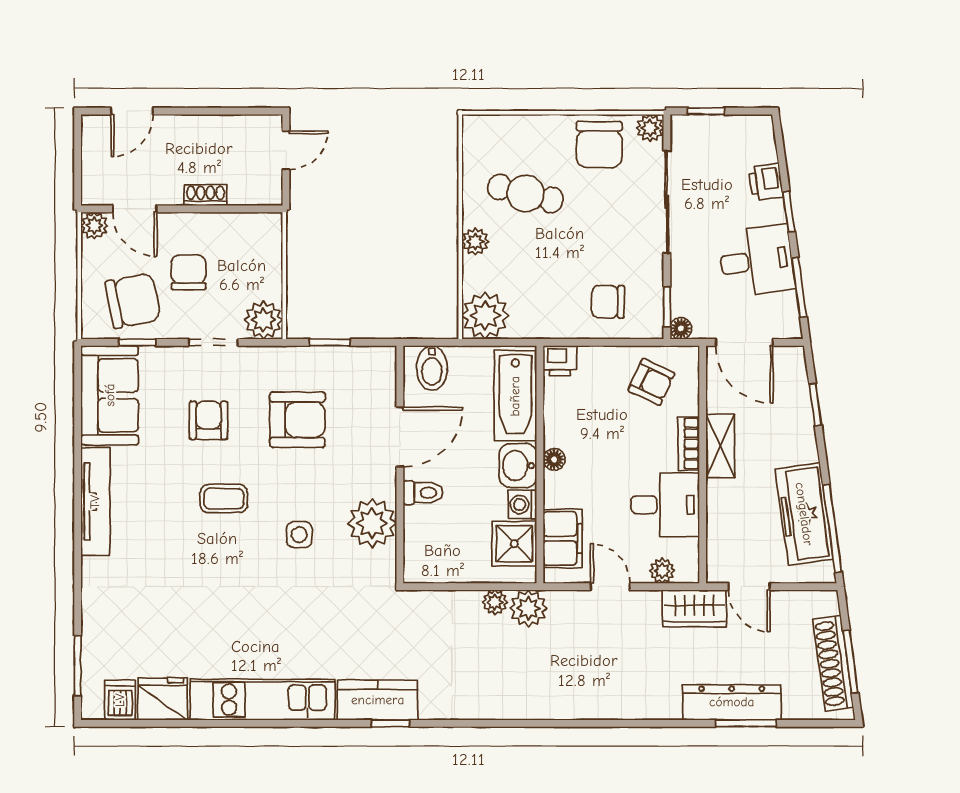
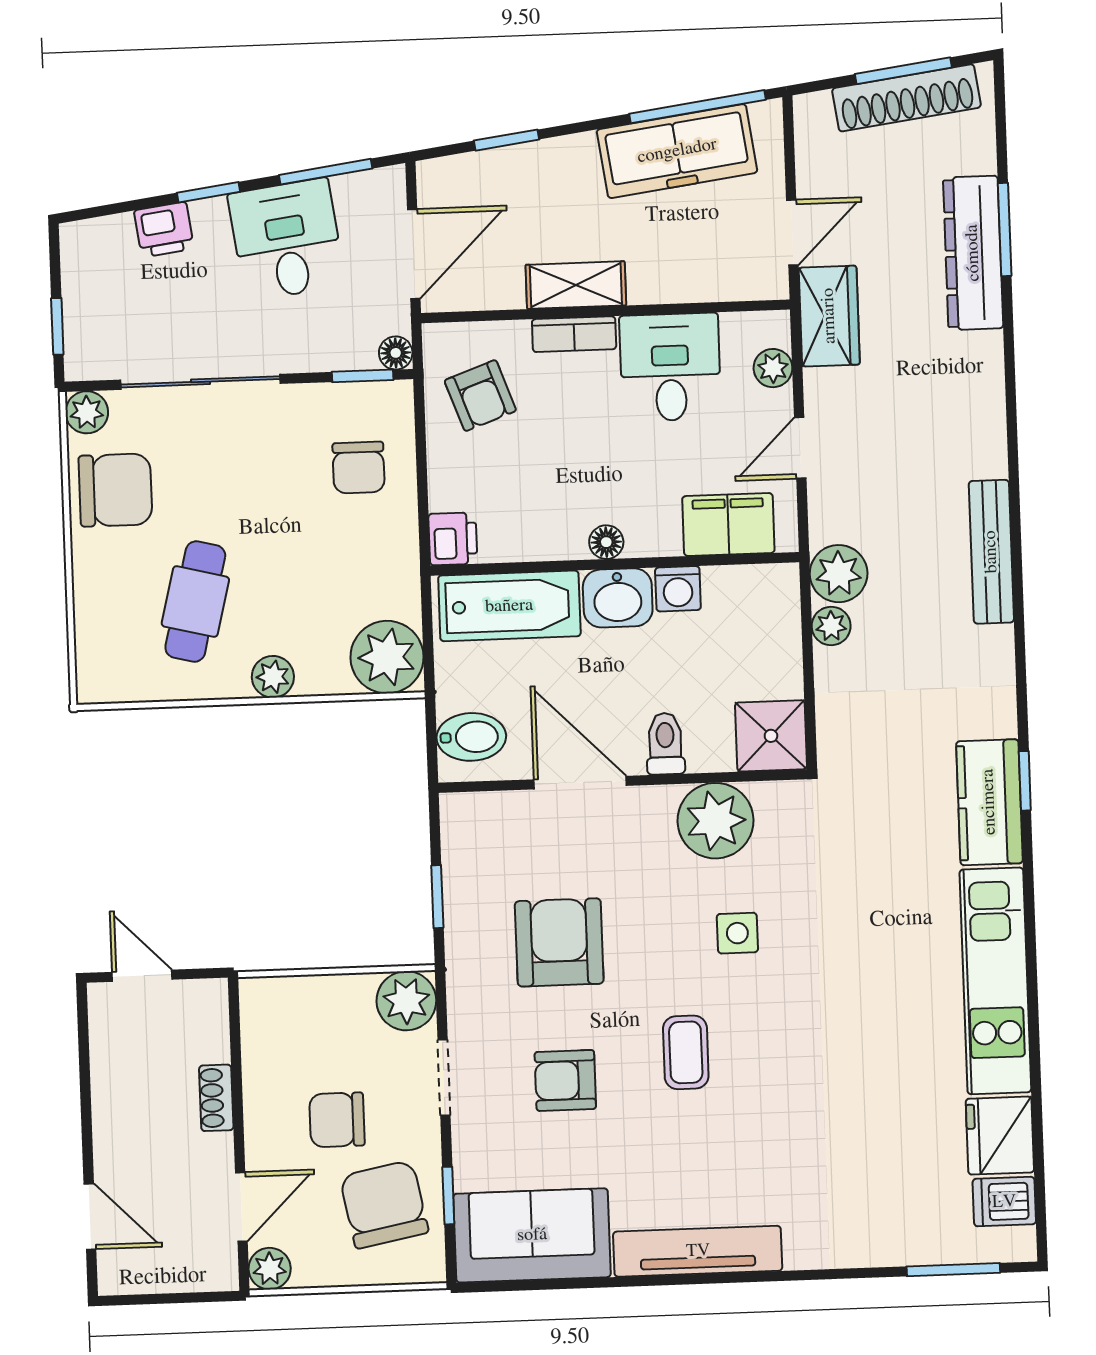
armchair: (651, 382) -> (480, 396), turned 135
shower: (514, 544) -> (771, 736), moved
bench: (539, 707) -> (991, 552), added

